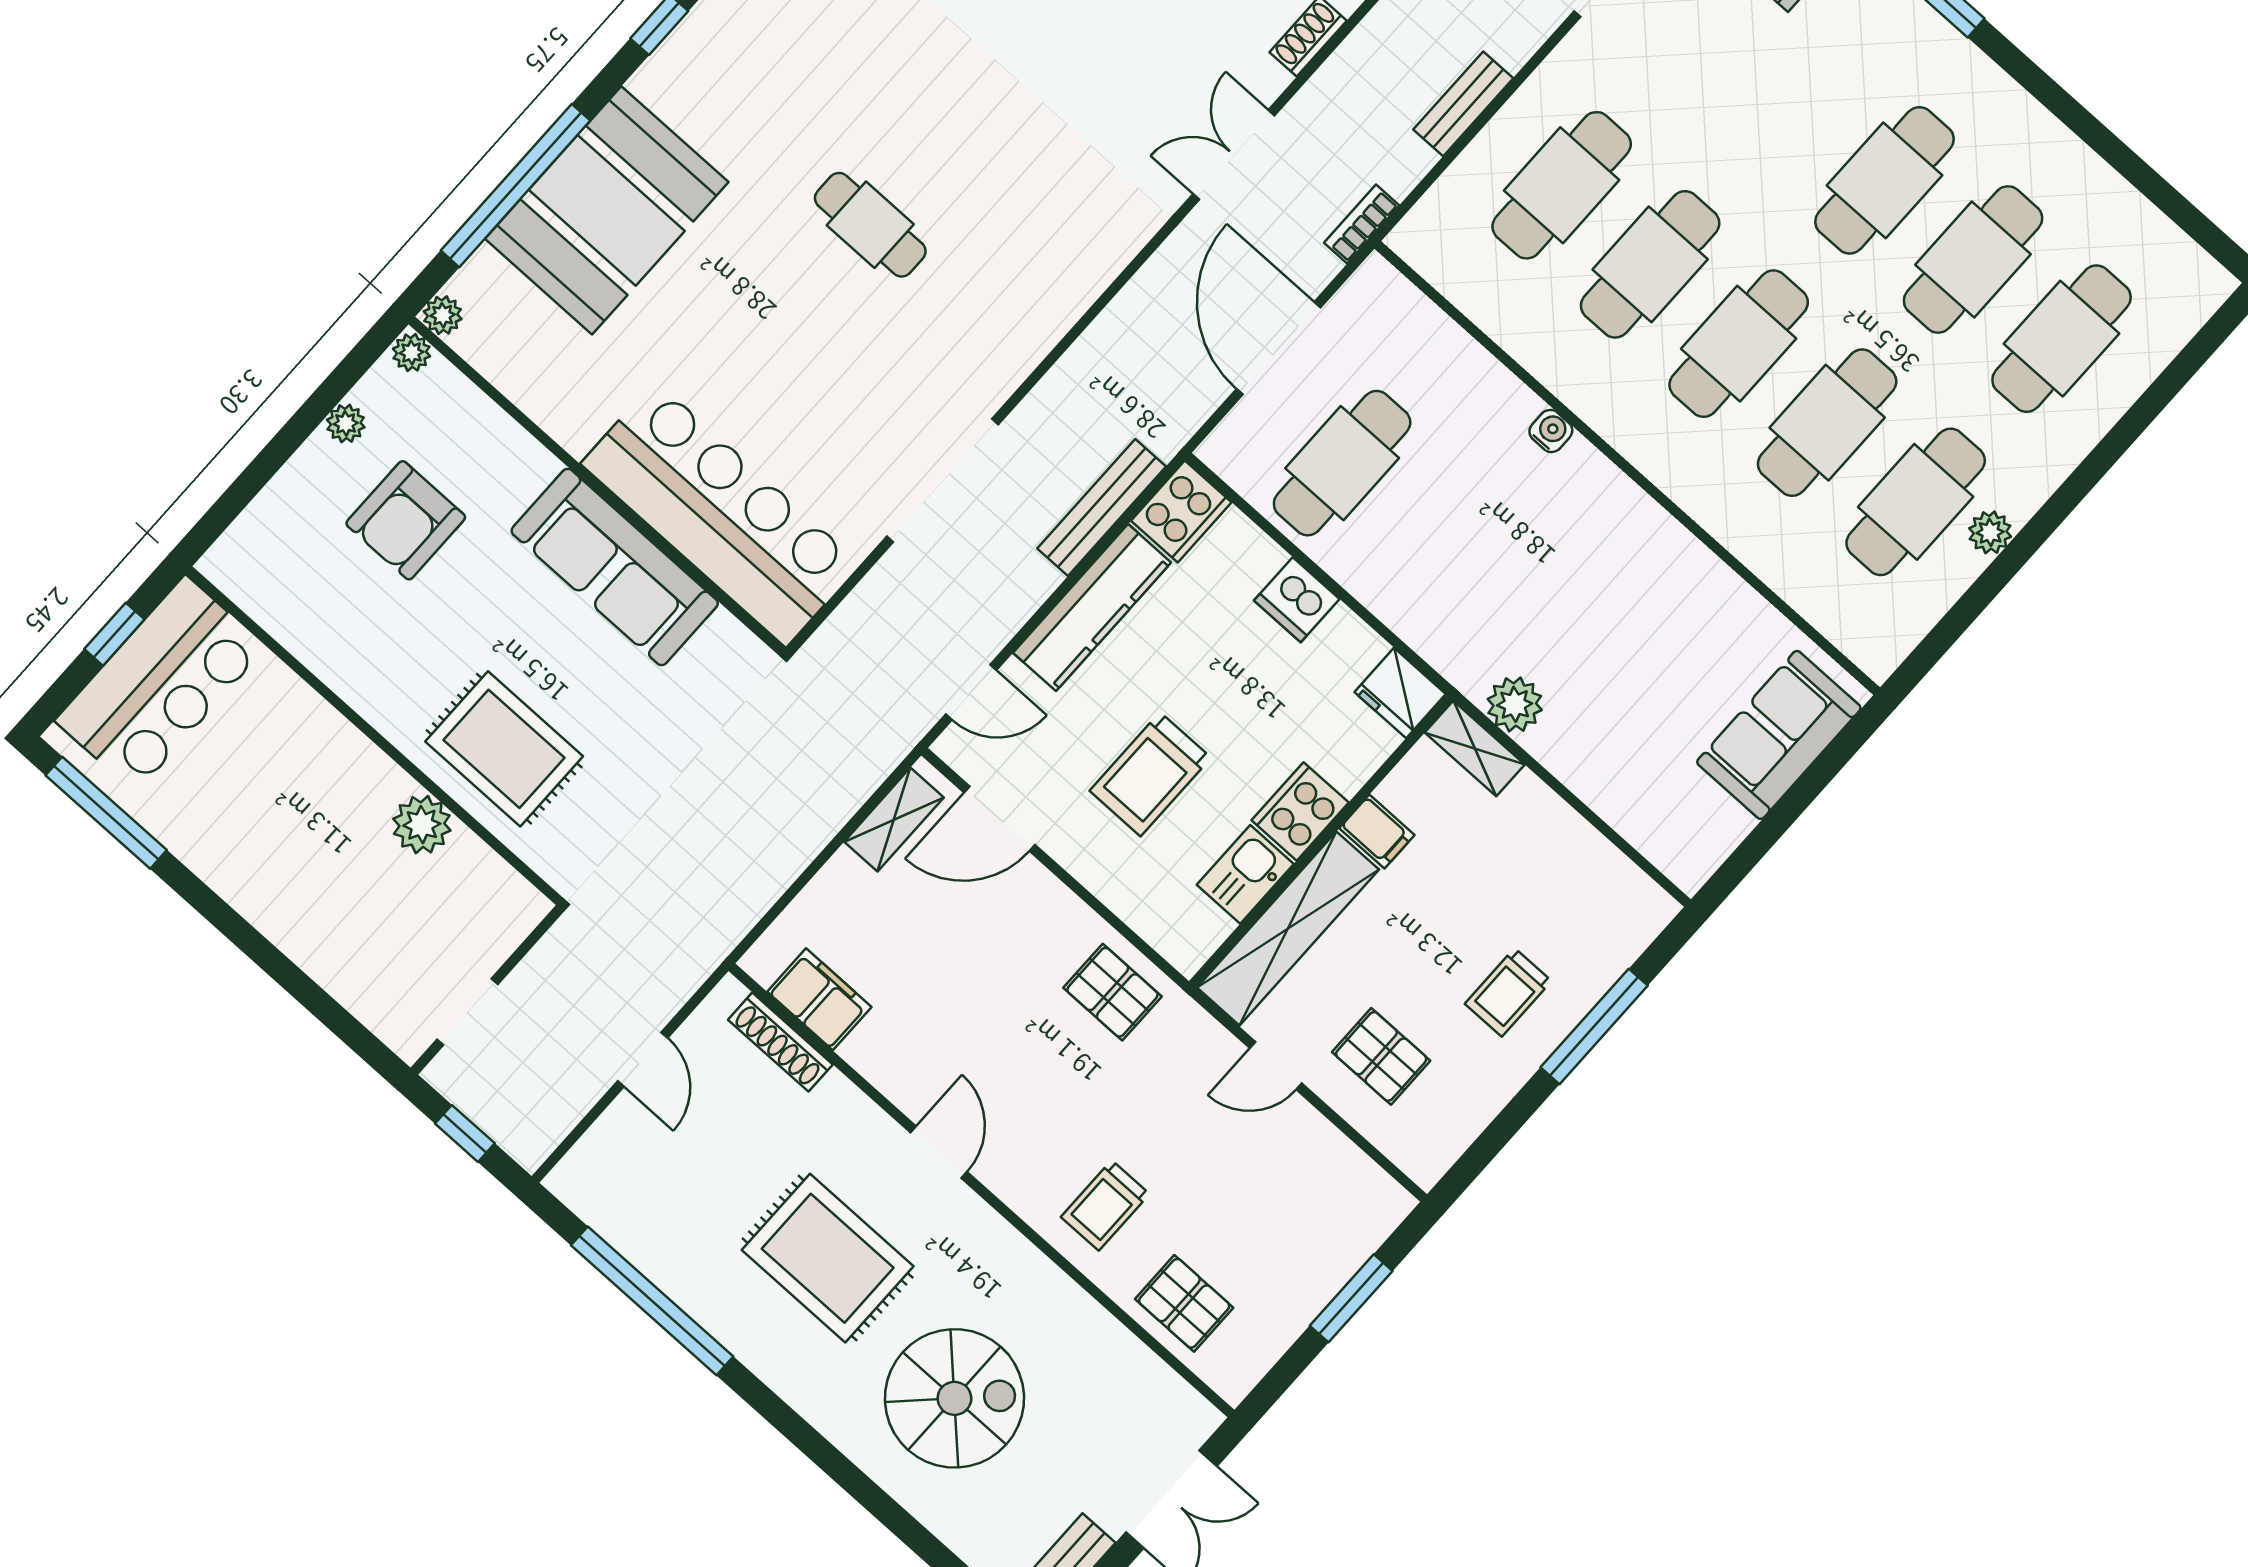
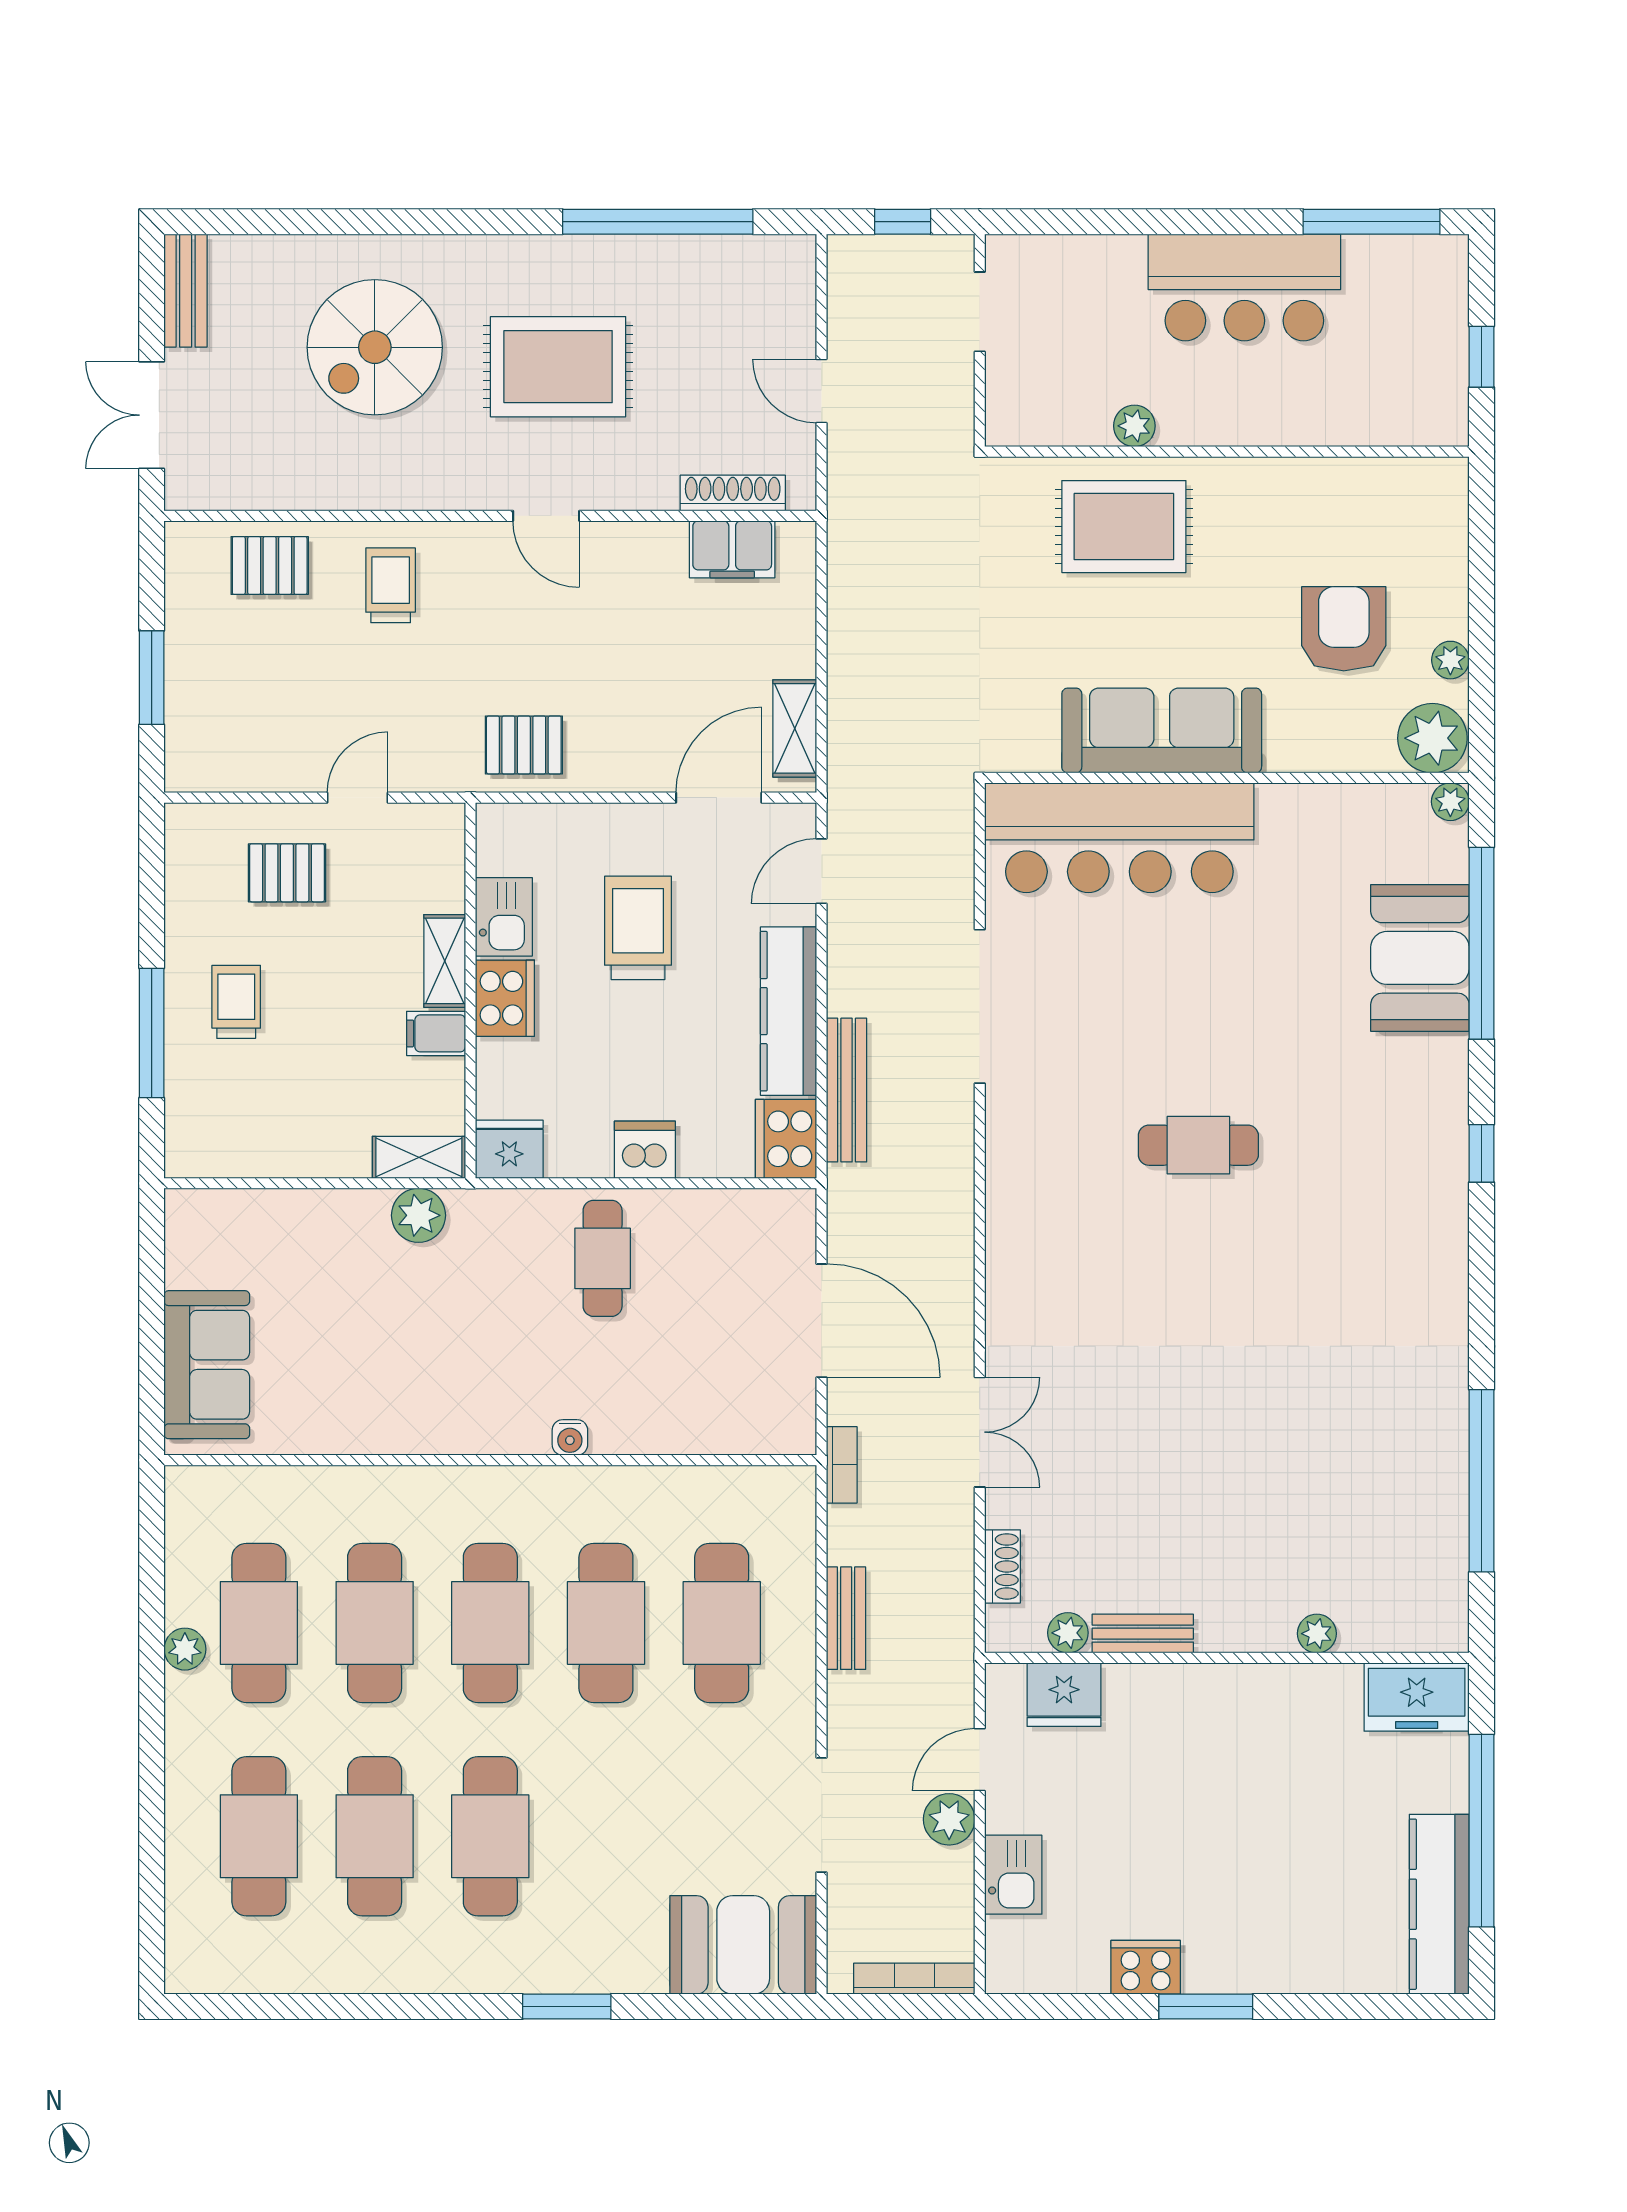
booth: (607, 210) -> (1420, 958), width x0.73, depth x0.70
plant: (412, 352) -> (1432, 738), width x1.87, depth x1.87
cafe table: (1342, 463) -> (603, 1258), moved, width x0.73, depth x0.74
bar counter: (160, 684) -> (1244, 287), moved, turned -90
plant: (422, 825) -> (1134, 426), width x0.73, depth x0.73
shelving: (1288, 928) -> (445, 961), width x0.45, depth x0.75

